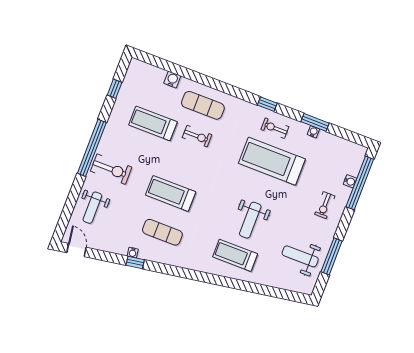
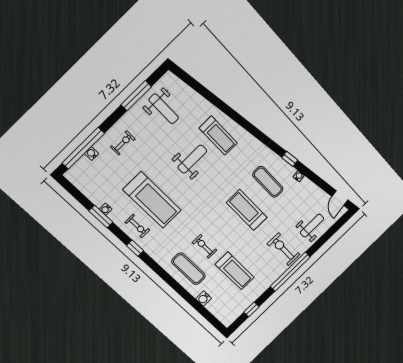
treadmill: (171, 193) -> (247, 210), turned 180
window: (135, 262) -> (290, 159), moved

